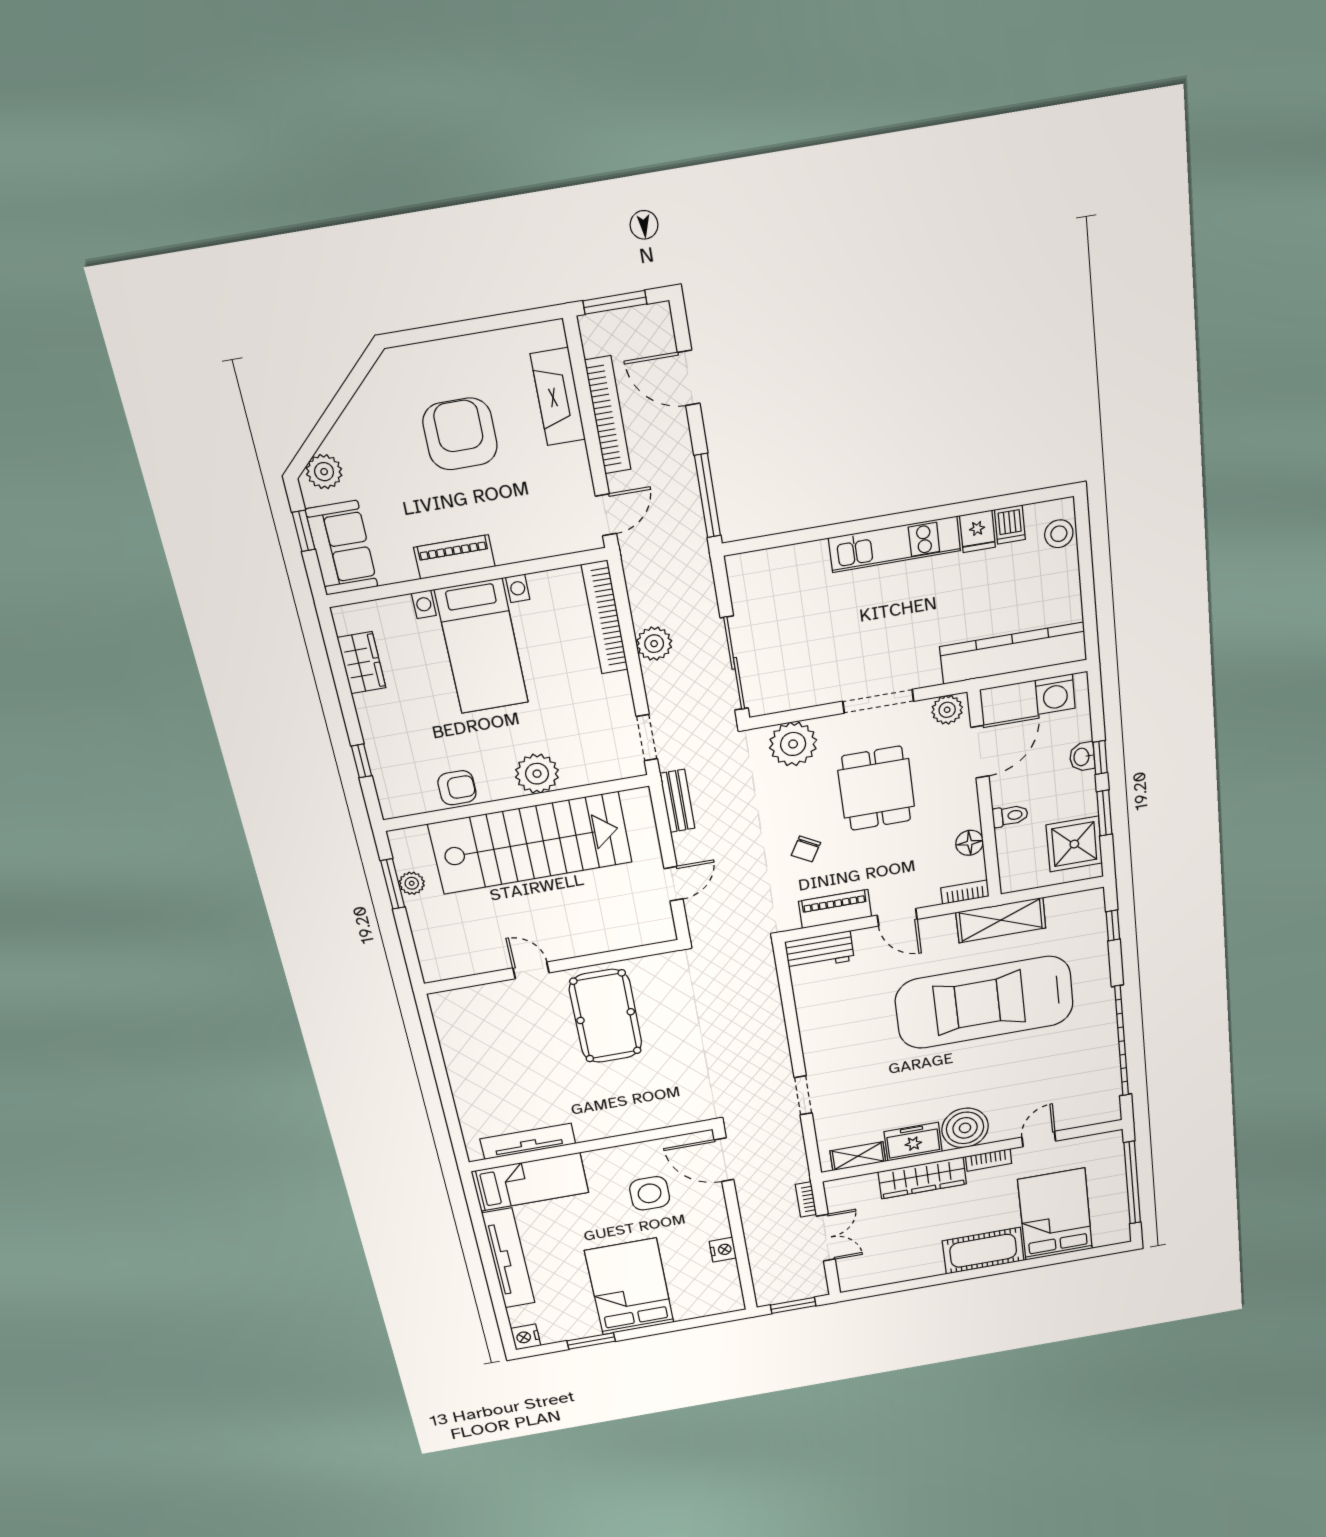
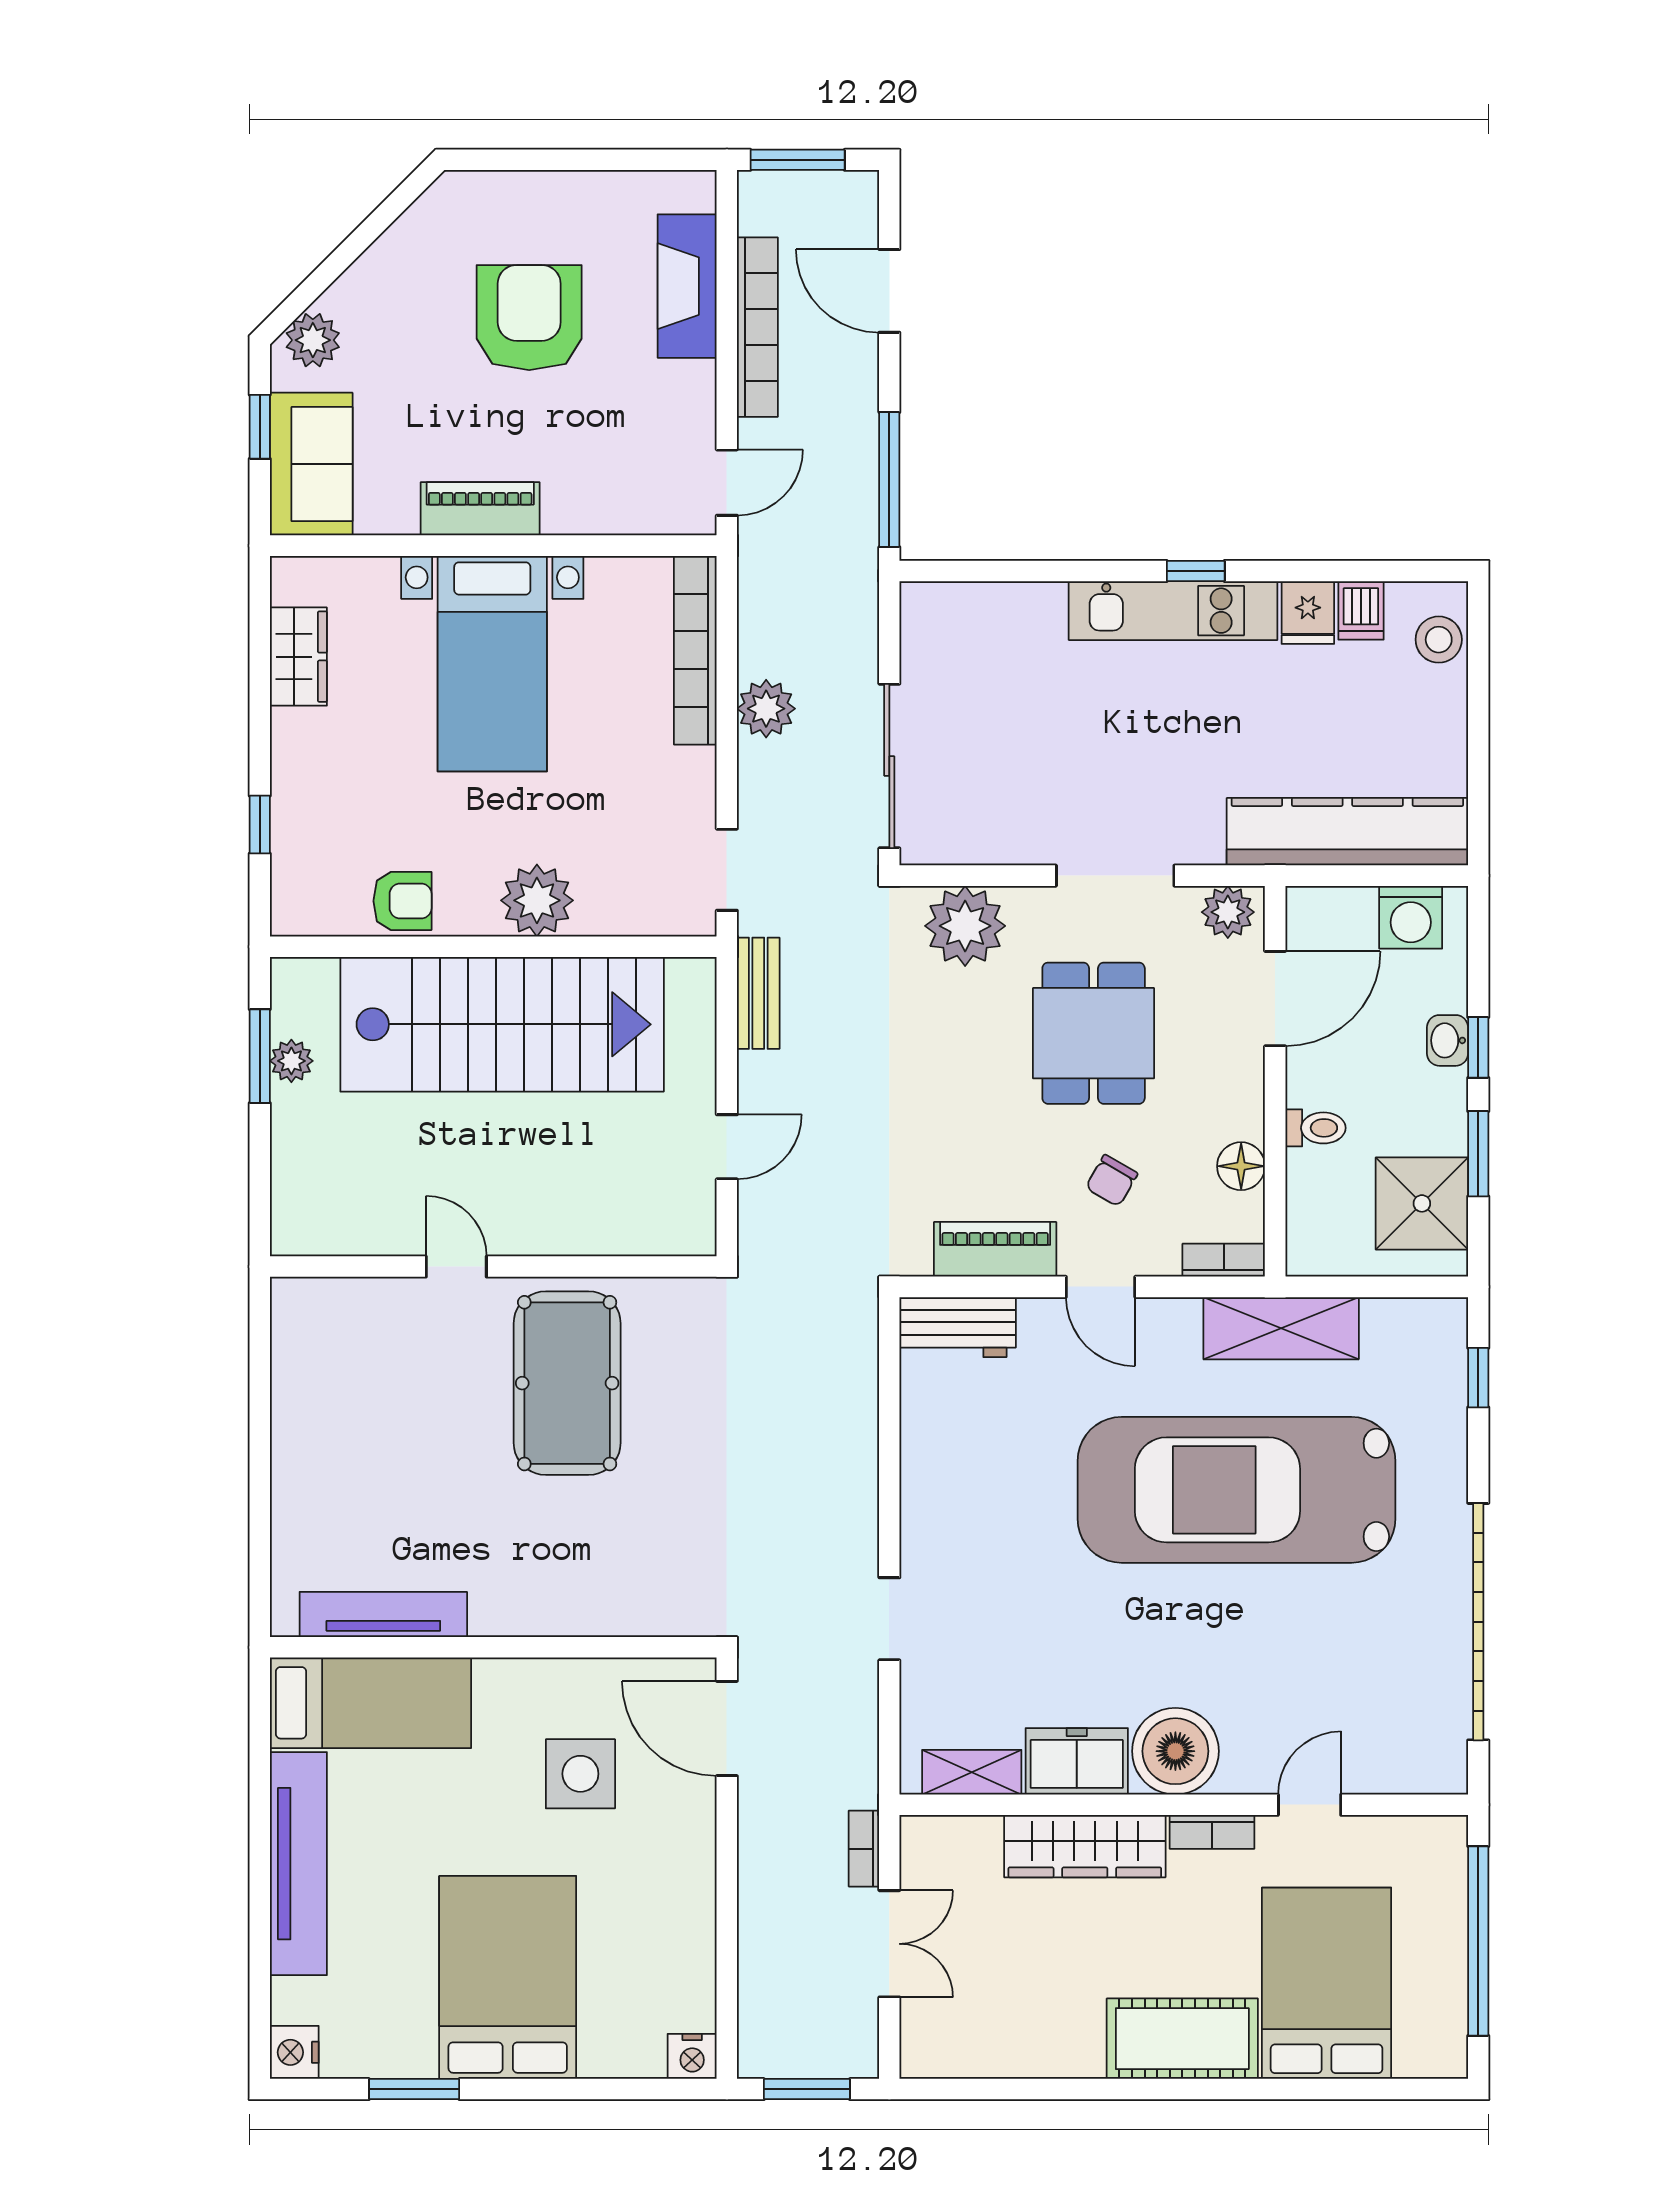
window: (906, 518) -> (1196, 571), added
chair: (806, 849) -> (1112, 1181), moved
nightstand: (723, 1250) -> (692, 2056), moved, turned 90

